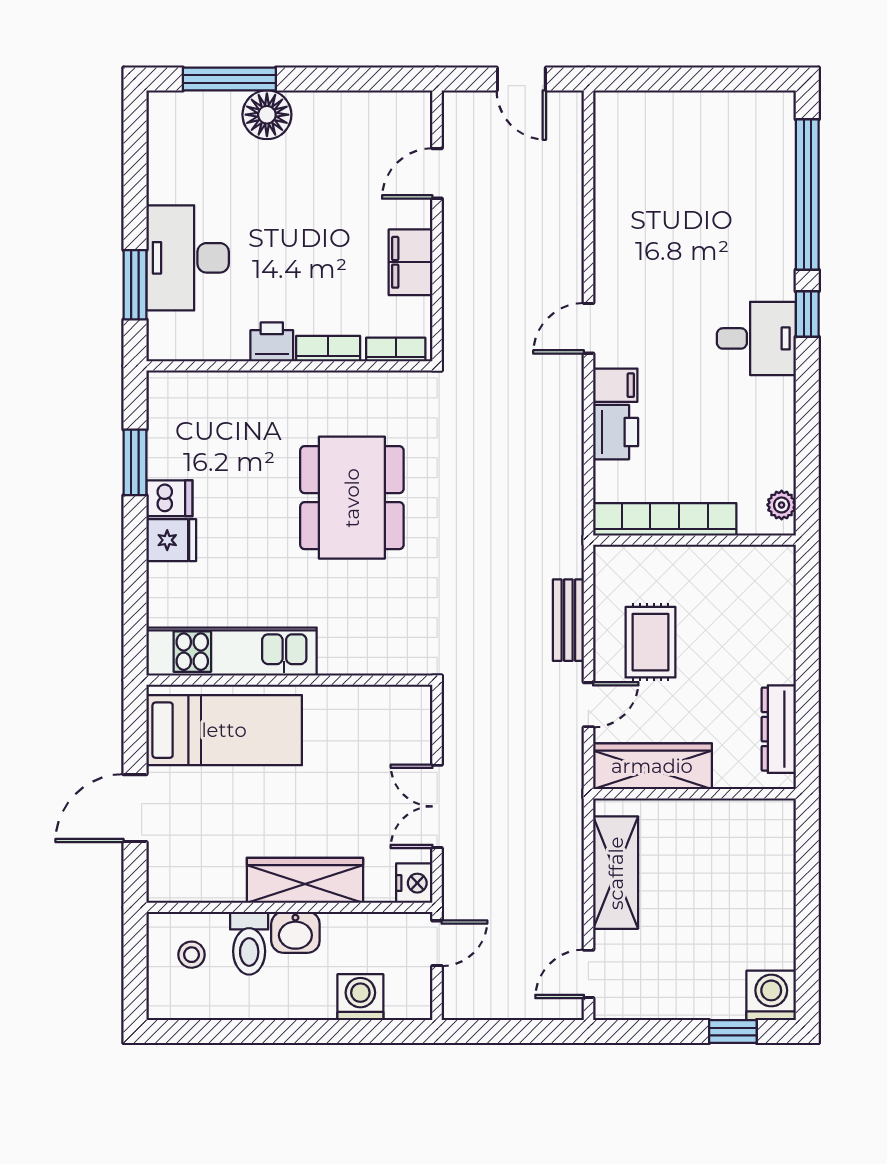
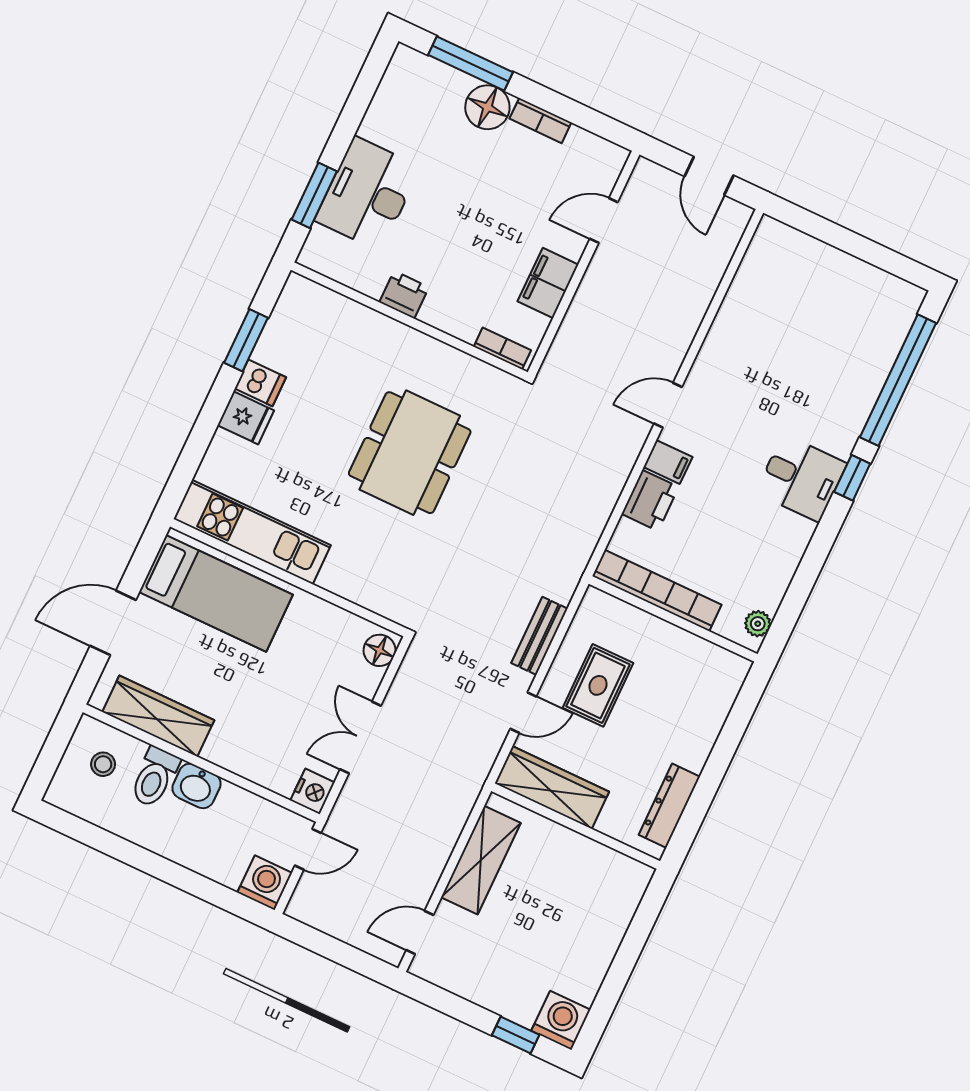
bookcase: (328, 349) -> (540, 121), moved, turned 180
floor lamp: (415, 710) -> (380, 650), added
wardrobe: (305, 880) -> (158, 716), moved
washing machine: (360, 997) -> (265, 883), moved

